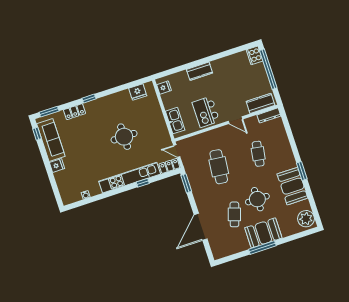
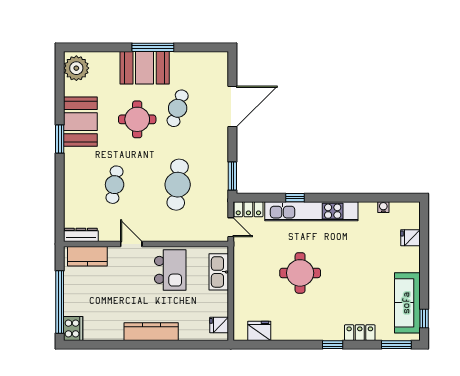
kitchen counter: (199, 71) -> (151, 332), width x1.50
fridge: (57, 165) -> (411, 238), moved

